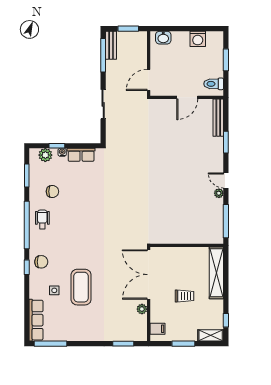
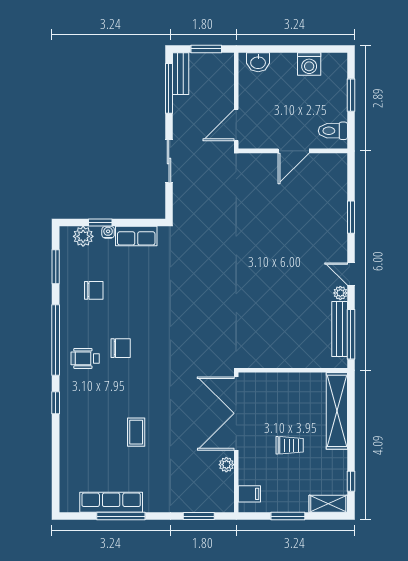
bench: (218, 118) -> (340, 329), moved
wheelchair: (42, 219) -> (85, 358), moved, turned -90
chair: (41, 262) -> (121, 348), moved
coffee table: (81, 287) -> (136, 432), width x0.54, depth x0.58
side table: (54, 290) -> (97, 437), removed
row of seats: (36, 320) -> (111, 502), moved, turned -90
window: (51, 344) -> (121, 516), moved

